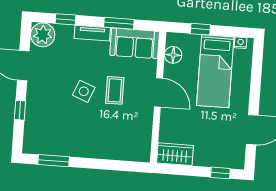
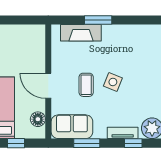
tv unit: (92, 33) -> (123, 133), moved
fireplace: (116, 151) -> (81, 33), added
wardrobe: (175, 154) -> (30, 33), removed
window: (54, 161) -> (98, 20), moved

